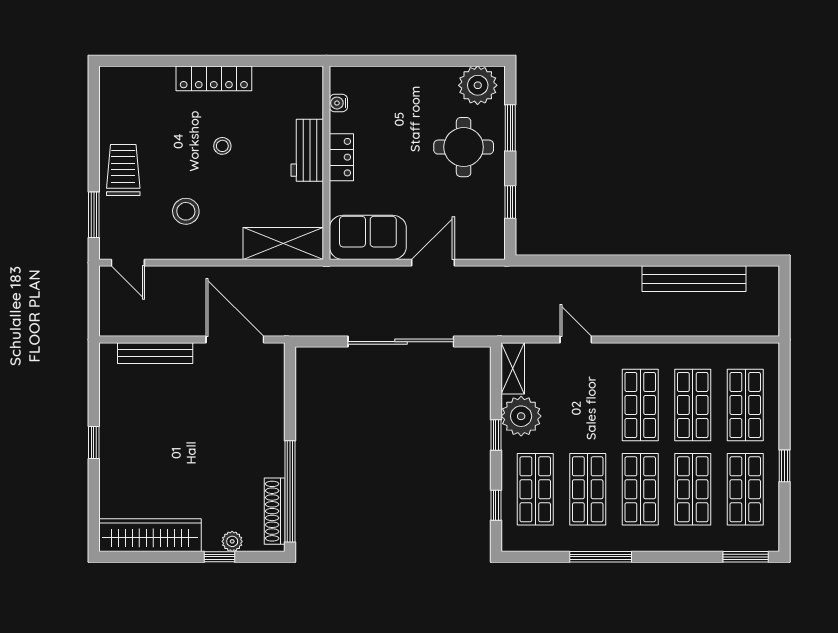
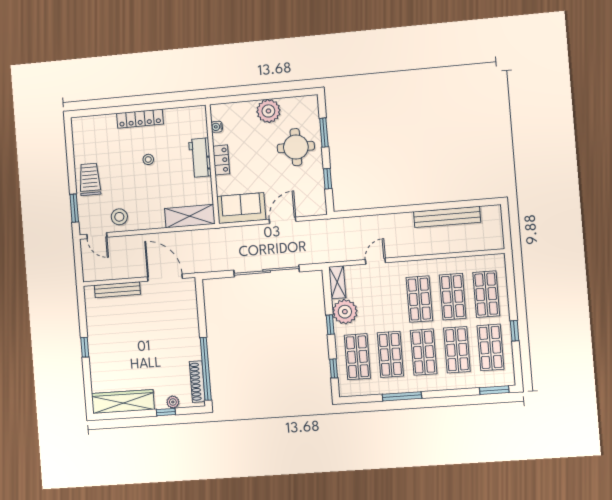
plant: (478, 85) -> (268, 111), moved
stool: (186, 211) -> (119, 217), moved
door: (576, 340) -> (375, 261), hinge flipped

